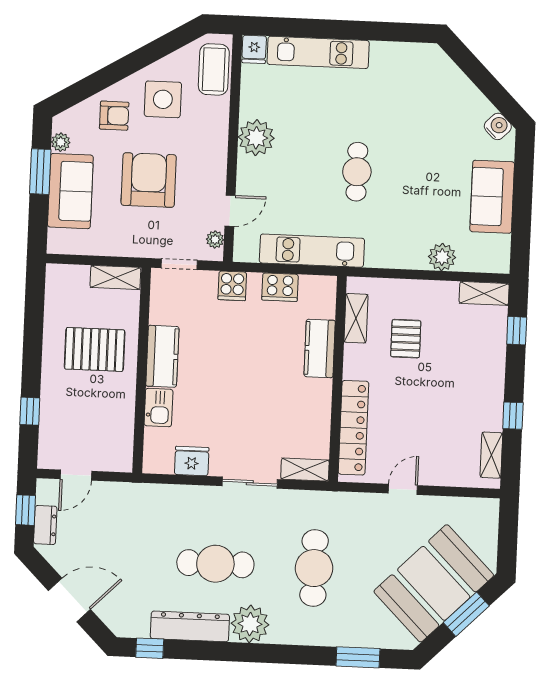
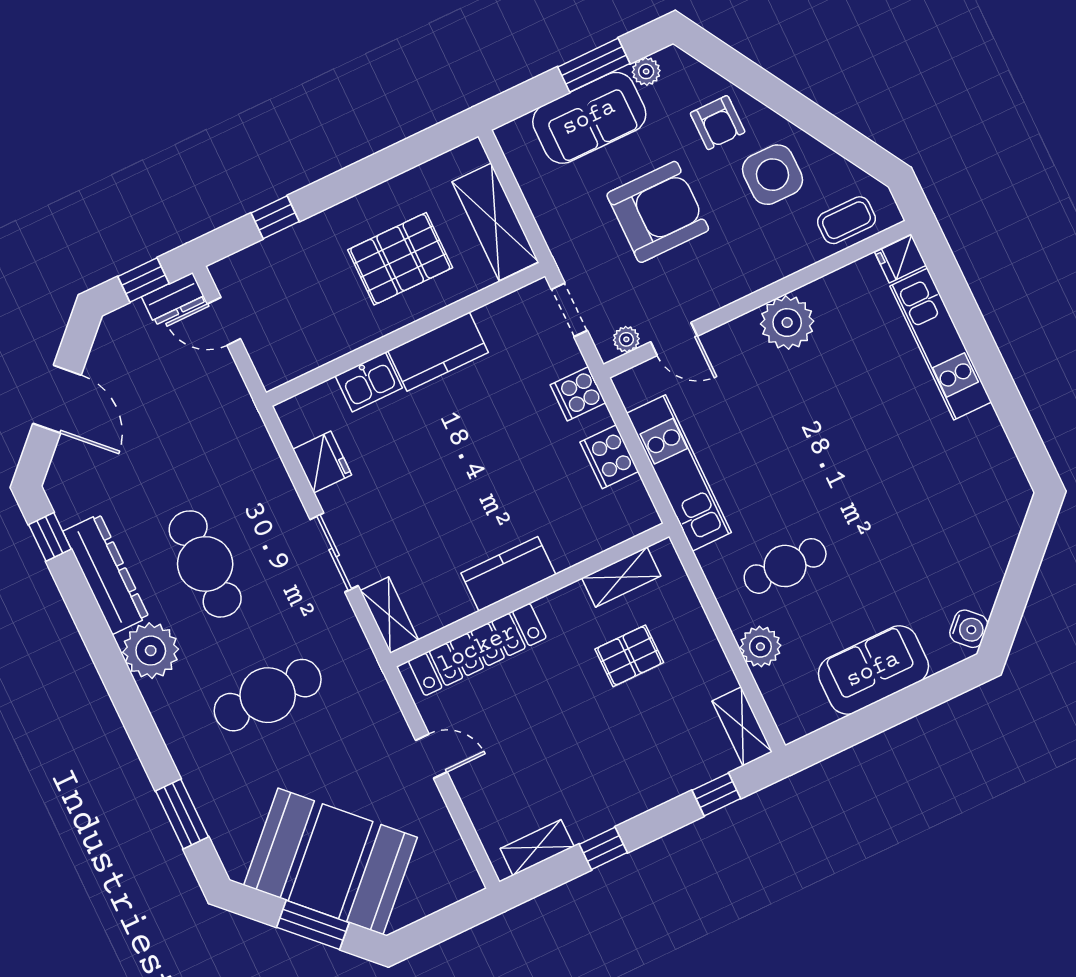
coffee table: (214, 69) -> (846, 220), width x0.73, depth x0.77
cafe table: (357, 172) -> (785, 566), moved
shelving: (115, 277) -> (495, 222), width x1.50, depth x1.33
kitchen counter: (320, 348) -> (508, 574), moved
pallet: (95, 349) -> (400, 259), turned 90
dresser: (45, 525) -> (174, 299), moved

